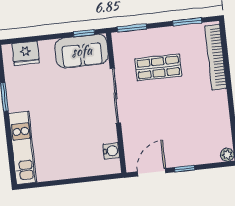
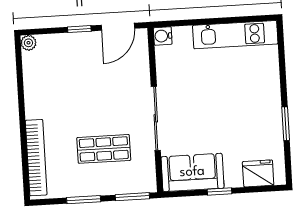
window: (187, 22) -> (84, 200), moved
window: (84, 33) -> (219, 192), moved
kitchen unit: (23, 148) -> (235, 35), moved, turned -90
water cooler: (111, 151) -> (163, 36), moved

